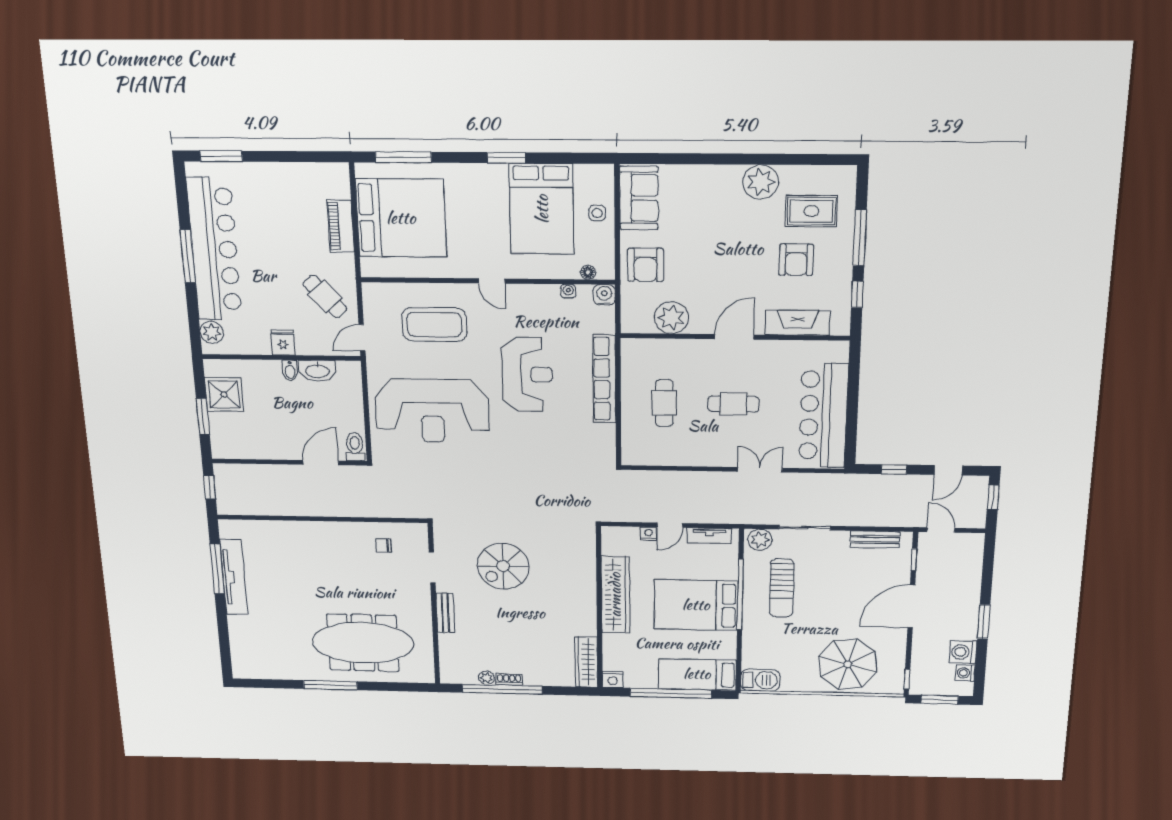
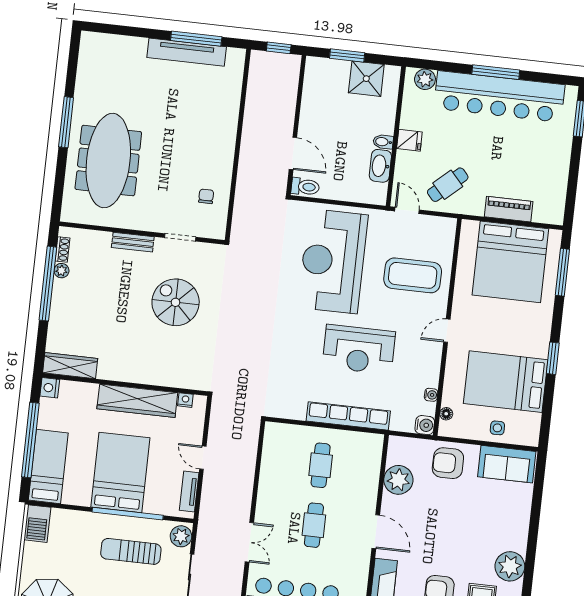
coffee table: (434, 325) -> (413, 275), turned 90
cafe table: (664, 403) -> (321, 465), turned 90
nightstand: (649, 534) -> (185, 400), moved, turned -90
shoe rack: (509, 680) -> (62, 249), moved

